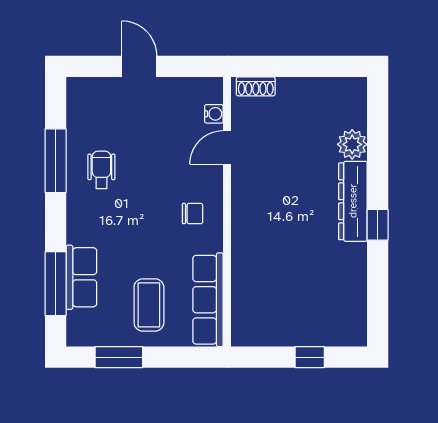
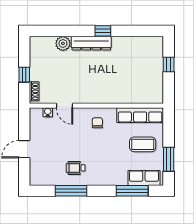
window: (290, 66) -> (24, 75), added
row of seats: (81, 277) -> (144, 178), moved

